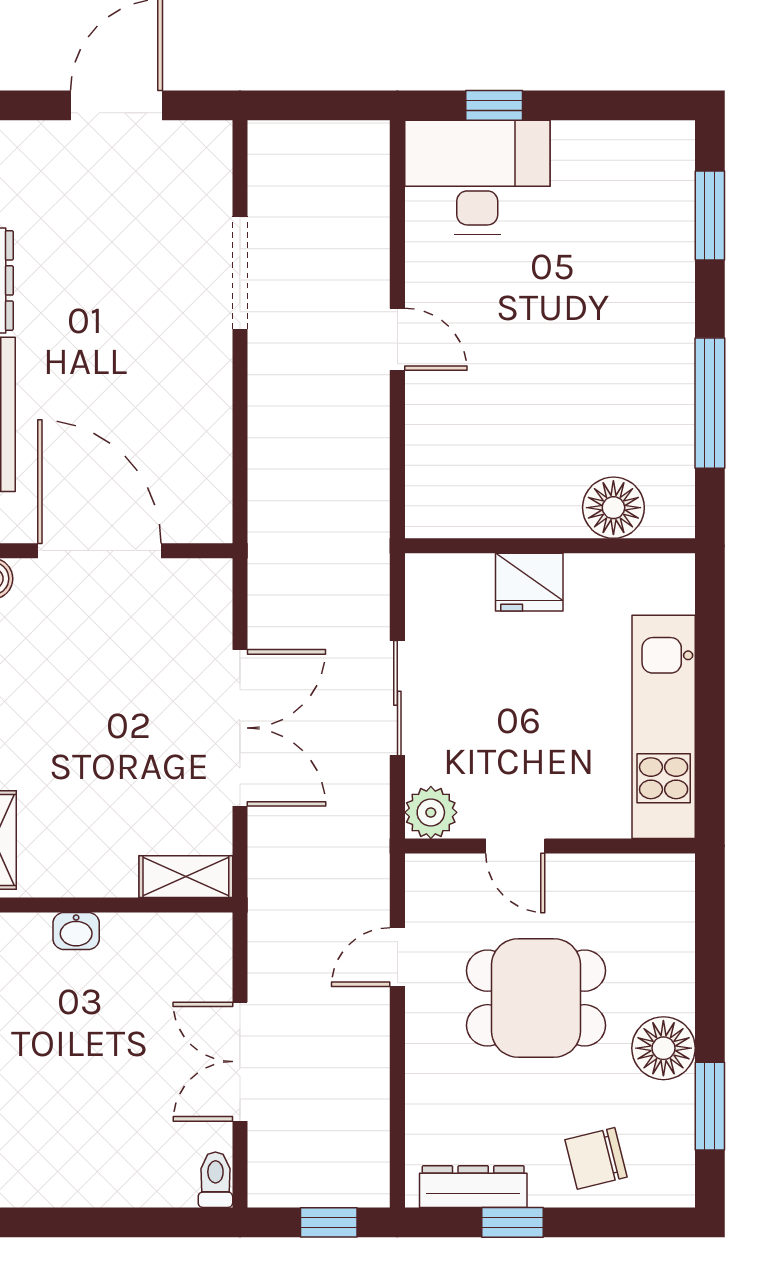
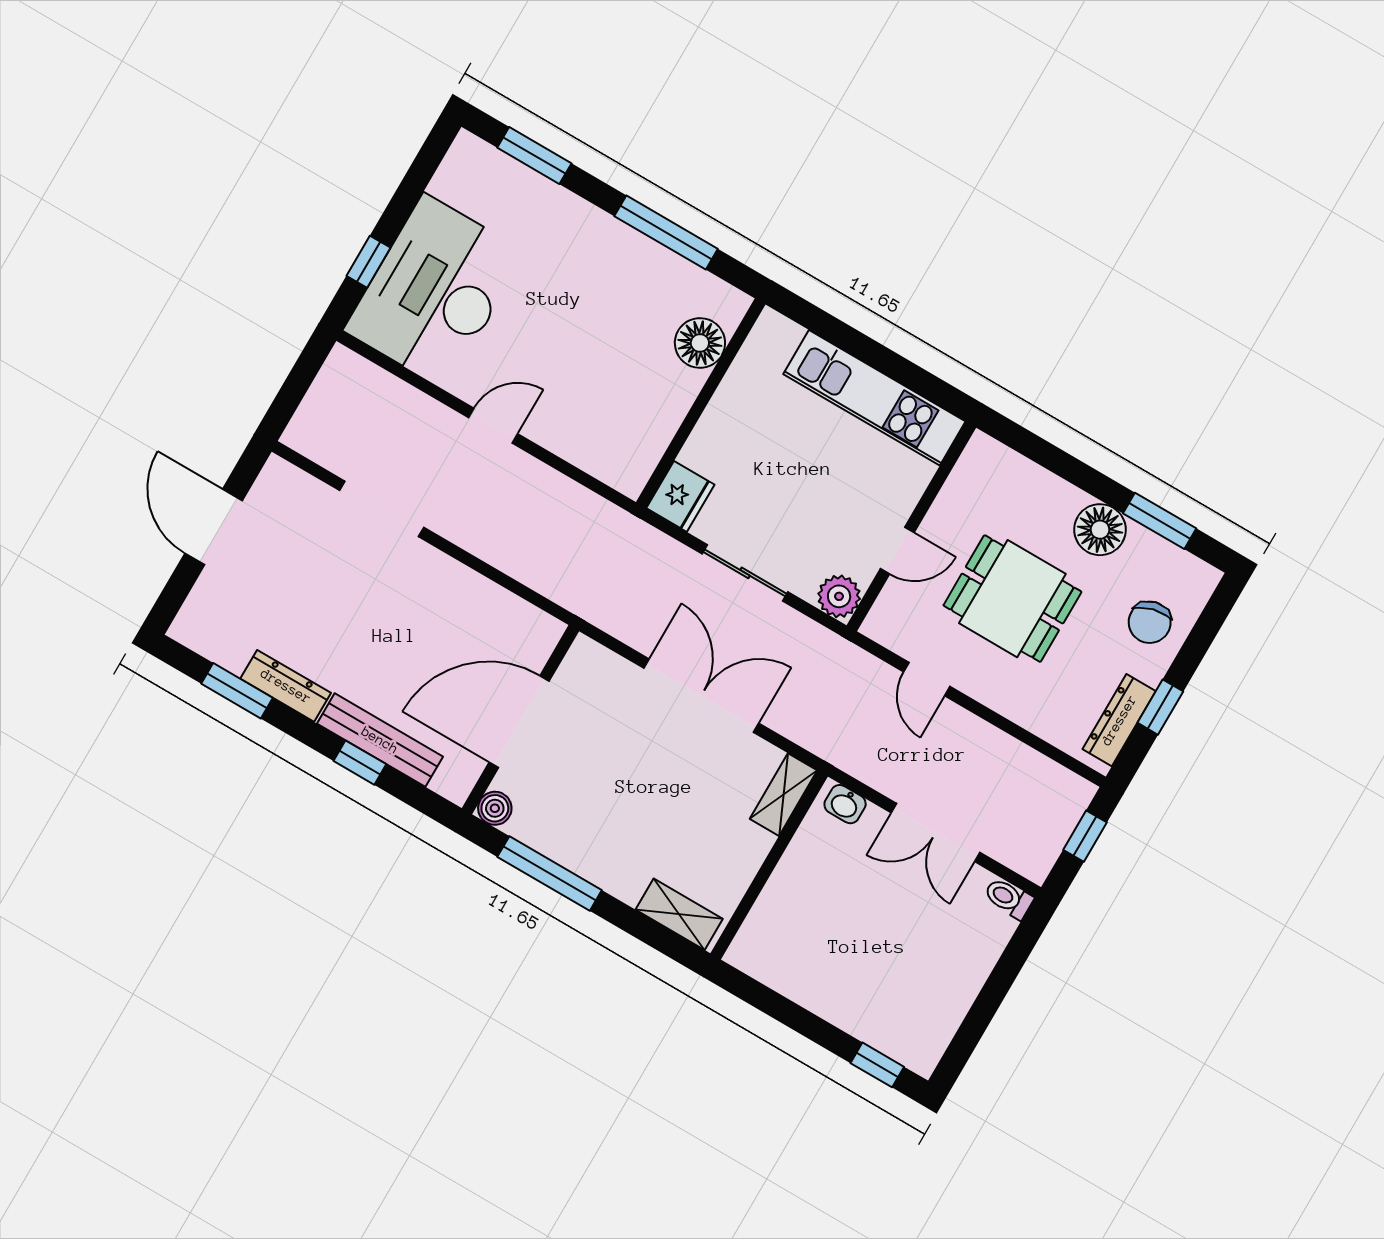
desk: (477, 177) -> (435, 291), width x1.36, depth x1.30
fridge: (529, 582) -> (680, 496), moved
washbasin: (76, 931) -> (845, 804), moved, turned 90
dining table: (536, 998) -> (1012, 599), turned 90

